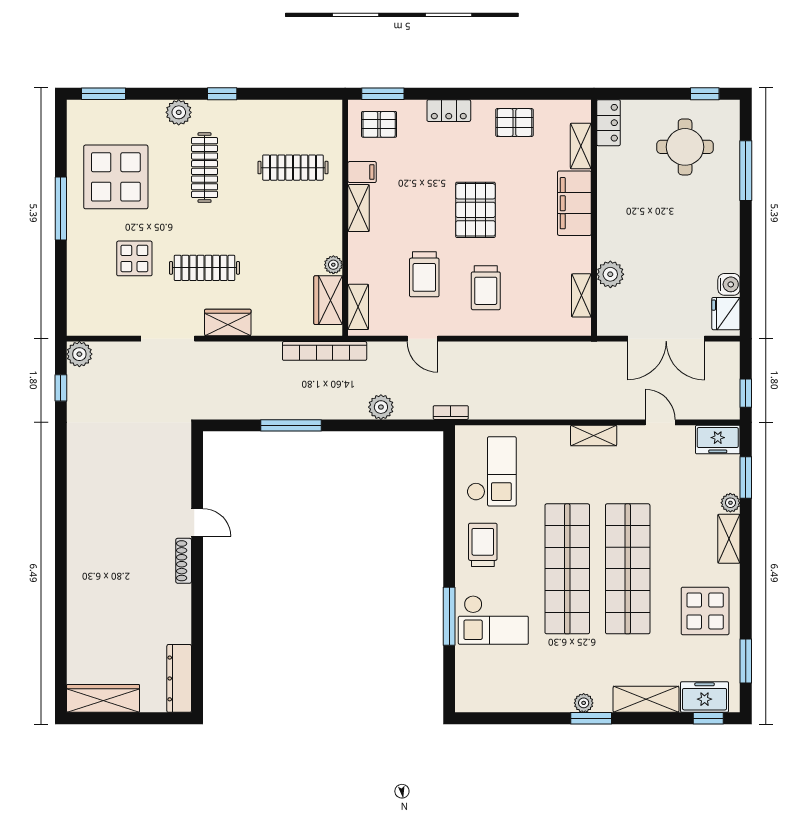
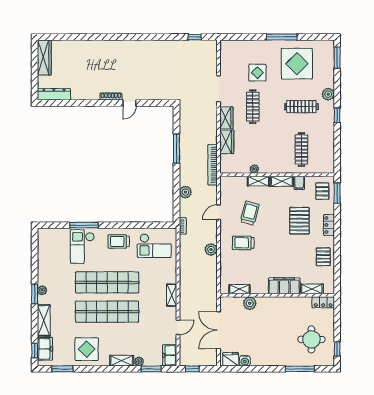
pallet: (475, 210) -> (299, 221), moved, turned 90
trolley: (424, 274) -> (250, 213), turned 105
wardrobe: (328, 300) -> (227, 142), moved, turned 90
shelving: (358, 307) -> (258, 181), moved
plant: (79, 354) -> (211, 249), moved
trolley: (483, 545) -> (119, 241), turned 180

